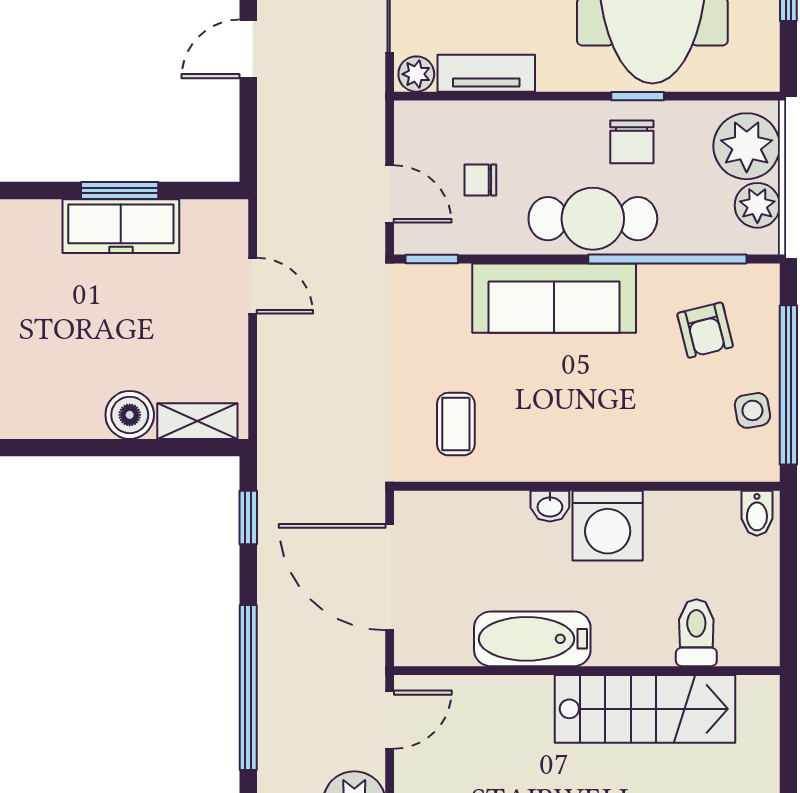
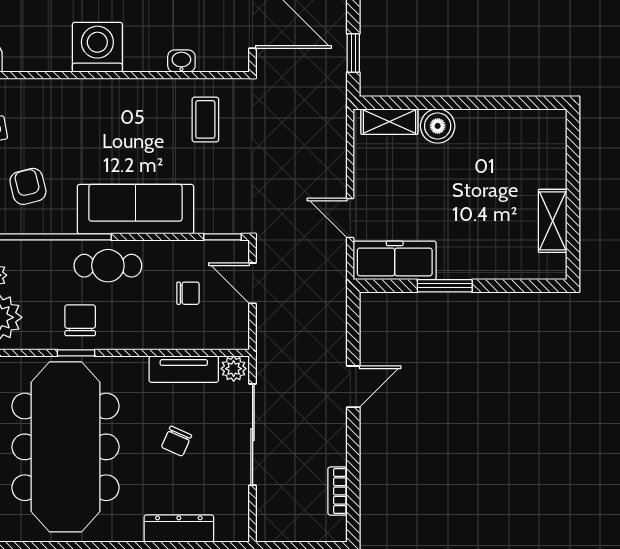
cafe table: (593, 219) -> (108, 266), width x0.73, depth x0.74
freezer: (121, 226) -> (395, 260), moved
washbasin: (550, 506) -> (181, 61), moved

